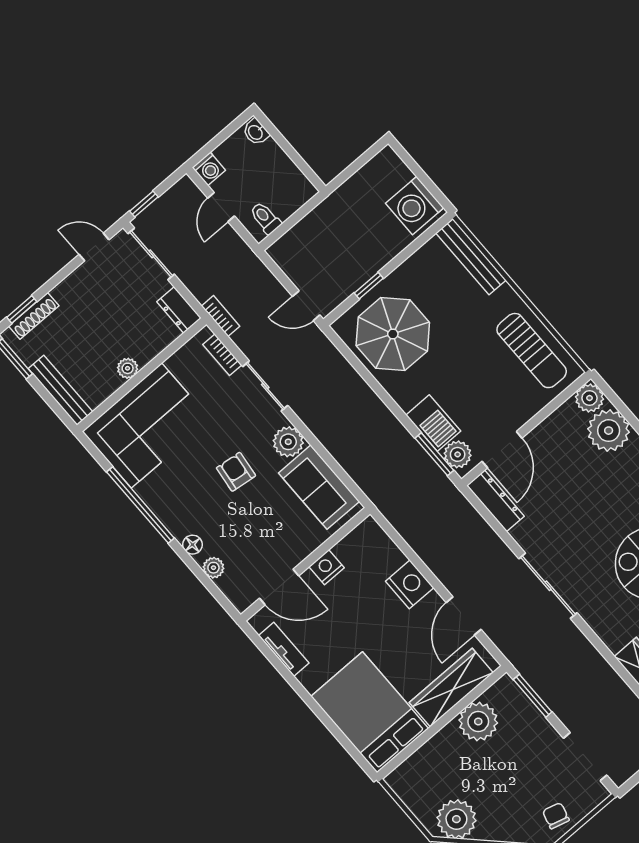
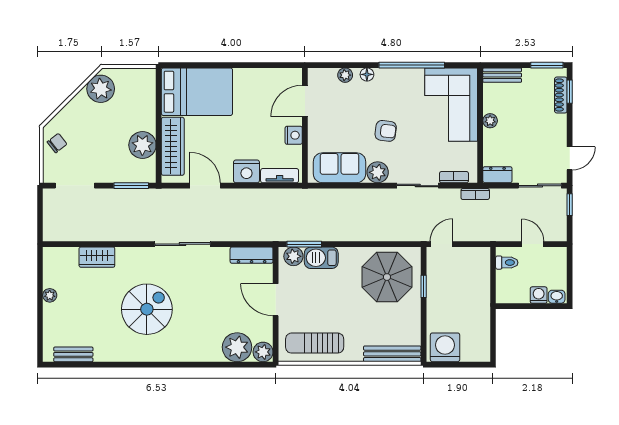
washing machine: (209, 169) -> (539, 295), moved, turned 90
bench: (60, 390) -> (502, 75), width x0.73
door: (502, 450) -> (276, 300), moved
tv unit: (284, 649) -> (280, 176), moved, turned 180
chair: (556, 816) -> (57, 143), turned -53

